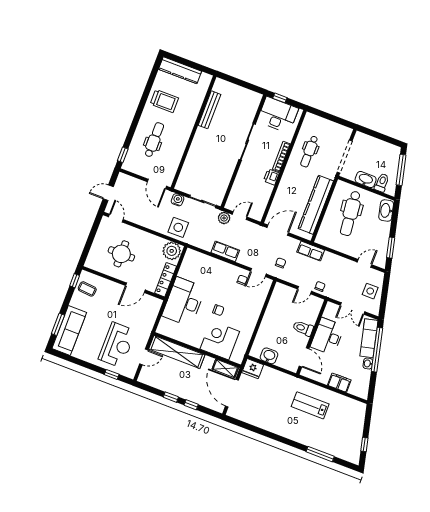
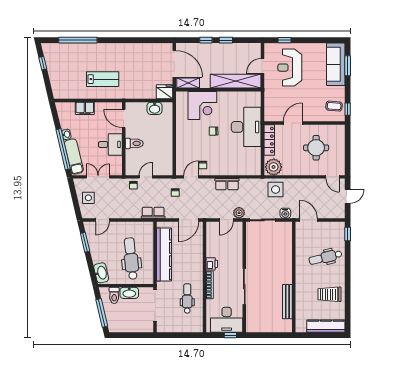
dental chair: (154, 140) -> (325, 257), turned 76
desk: (327, 336) -> (110, 144), width x0.73
window: (320, 454) -> (78, 40), width x1.46

